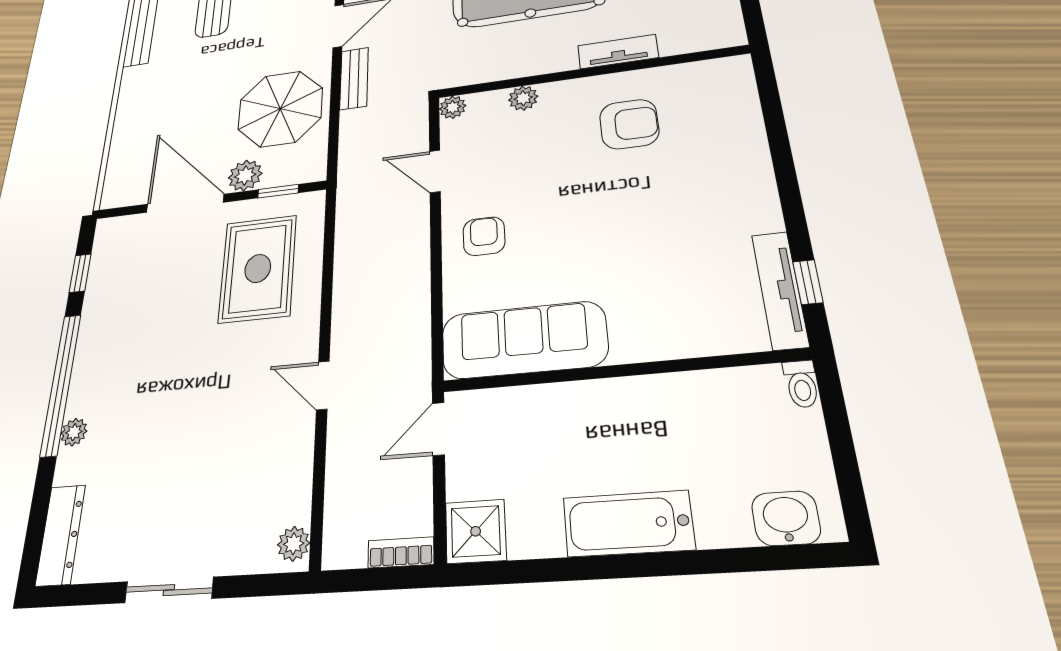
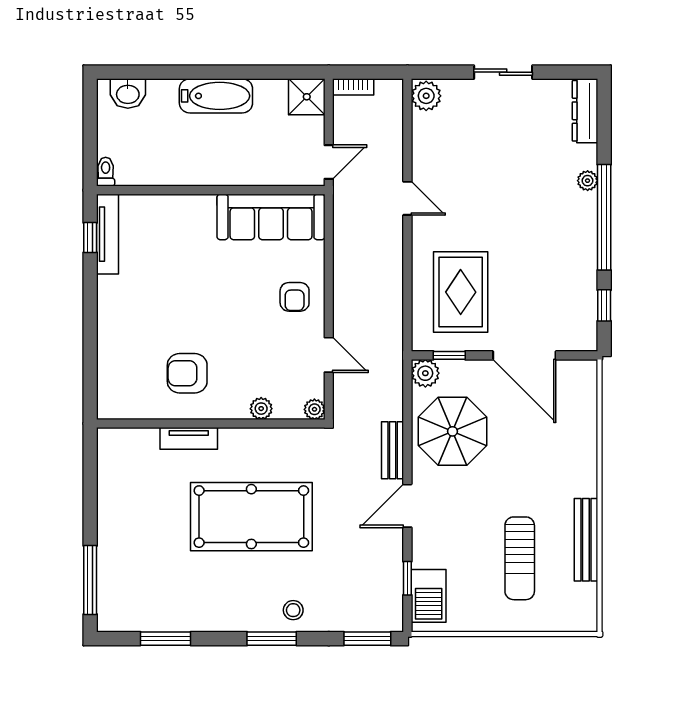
plant: (245, 176) -> (425, 373), moved
plant: (294, 544) -> (426, 96), width x1.38, depth x1.38

